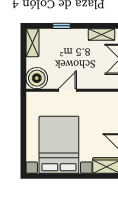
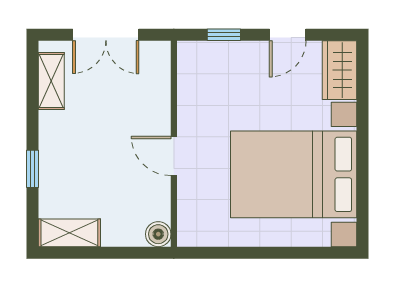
boiler: (37, 78) -> (158, 234), width x0.54, depth x0.54

